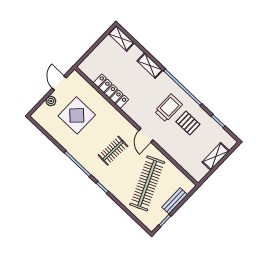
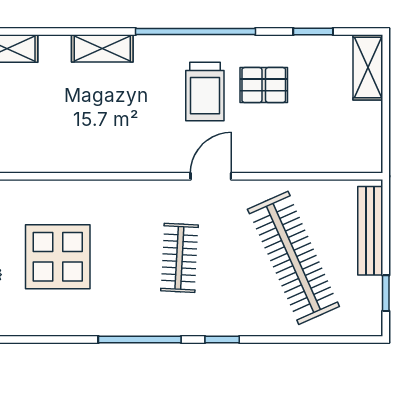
locker: (111, 91) -> (77, 158), removed
trolley: (168, 108) -> (205, 91), turned 180
door: (146, 135) -> (211, 176), swing flipped
shelving: (216, 156) -> (368, 67), moved
bench: (175, 201) -> (370, 231), width x1.36

